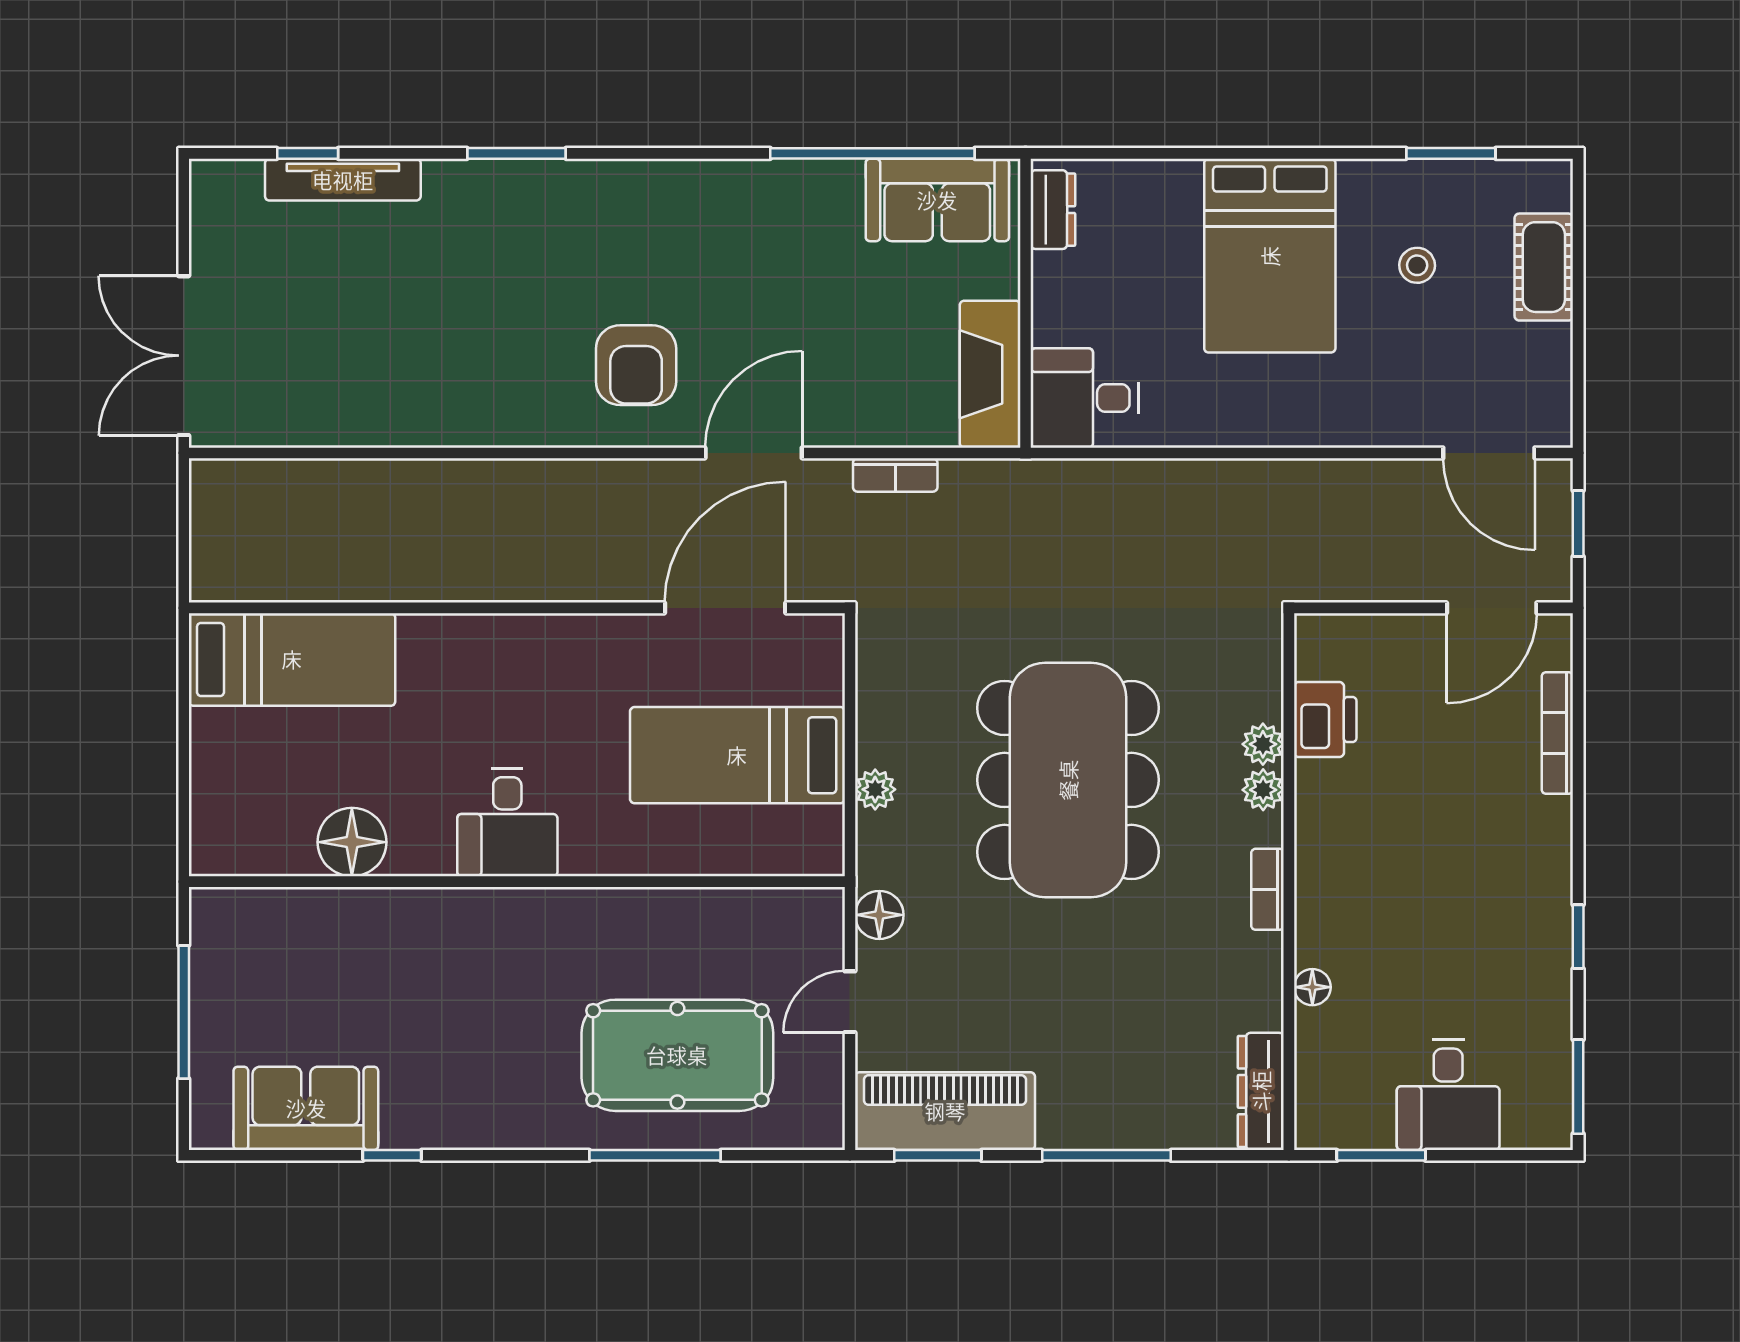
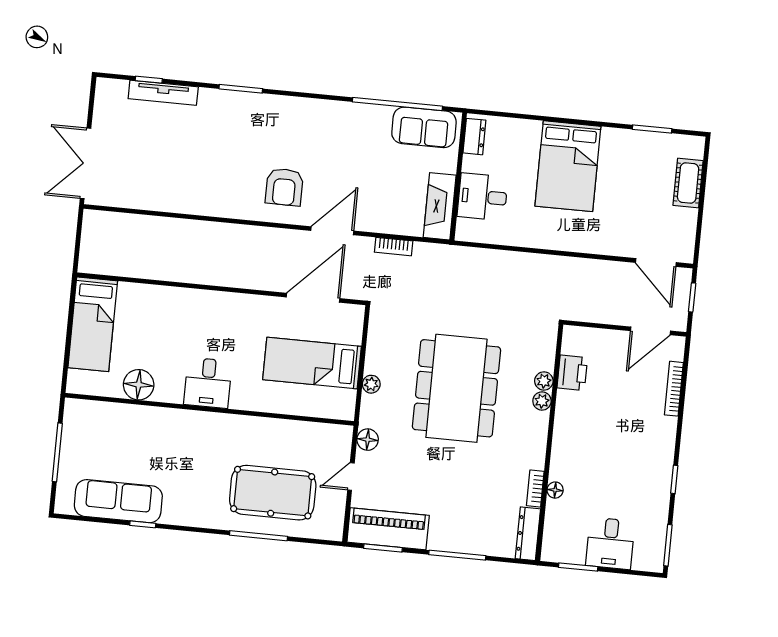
stool: (1417, 265) -> (632, 177), removed
desk: (1084, 398) -> (483, 197), moved
bed: (292, 659) -> (93, 324), moved, turned 90
bookcase: (1268, 889) -> (535, 488), moved
sofa: (306, 1108) -> (118, 501), width x1.36

